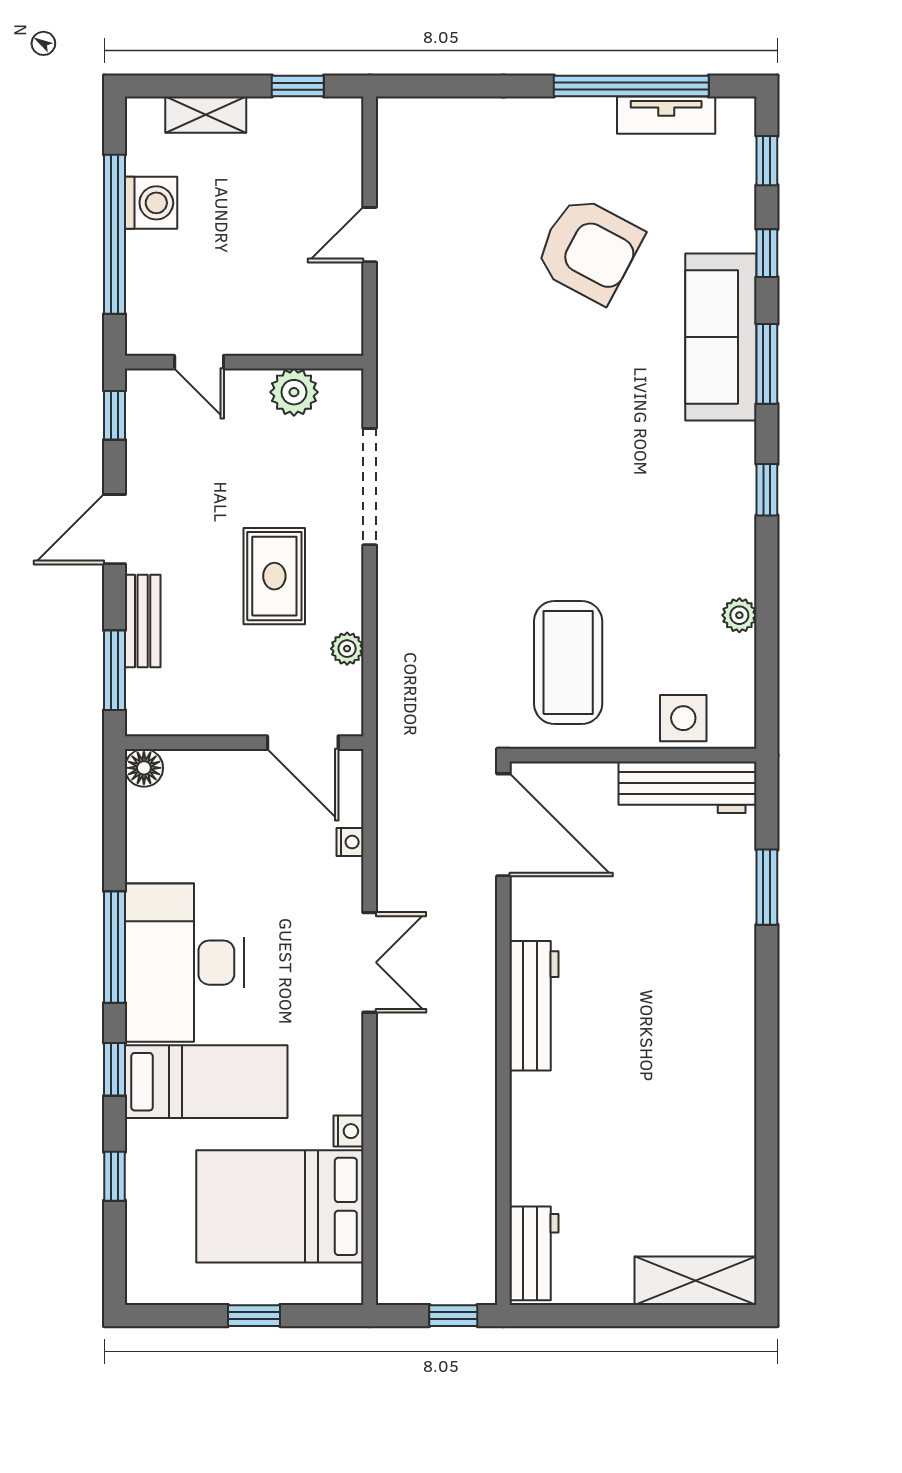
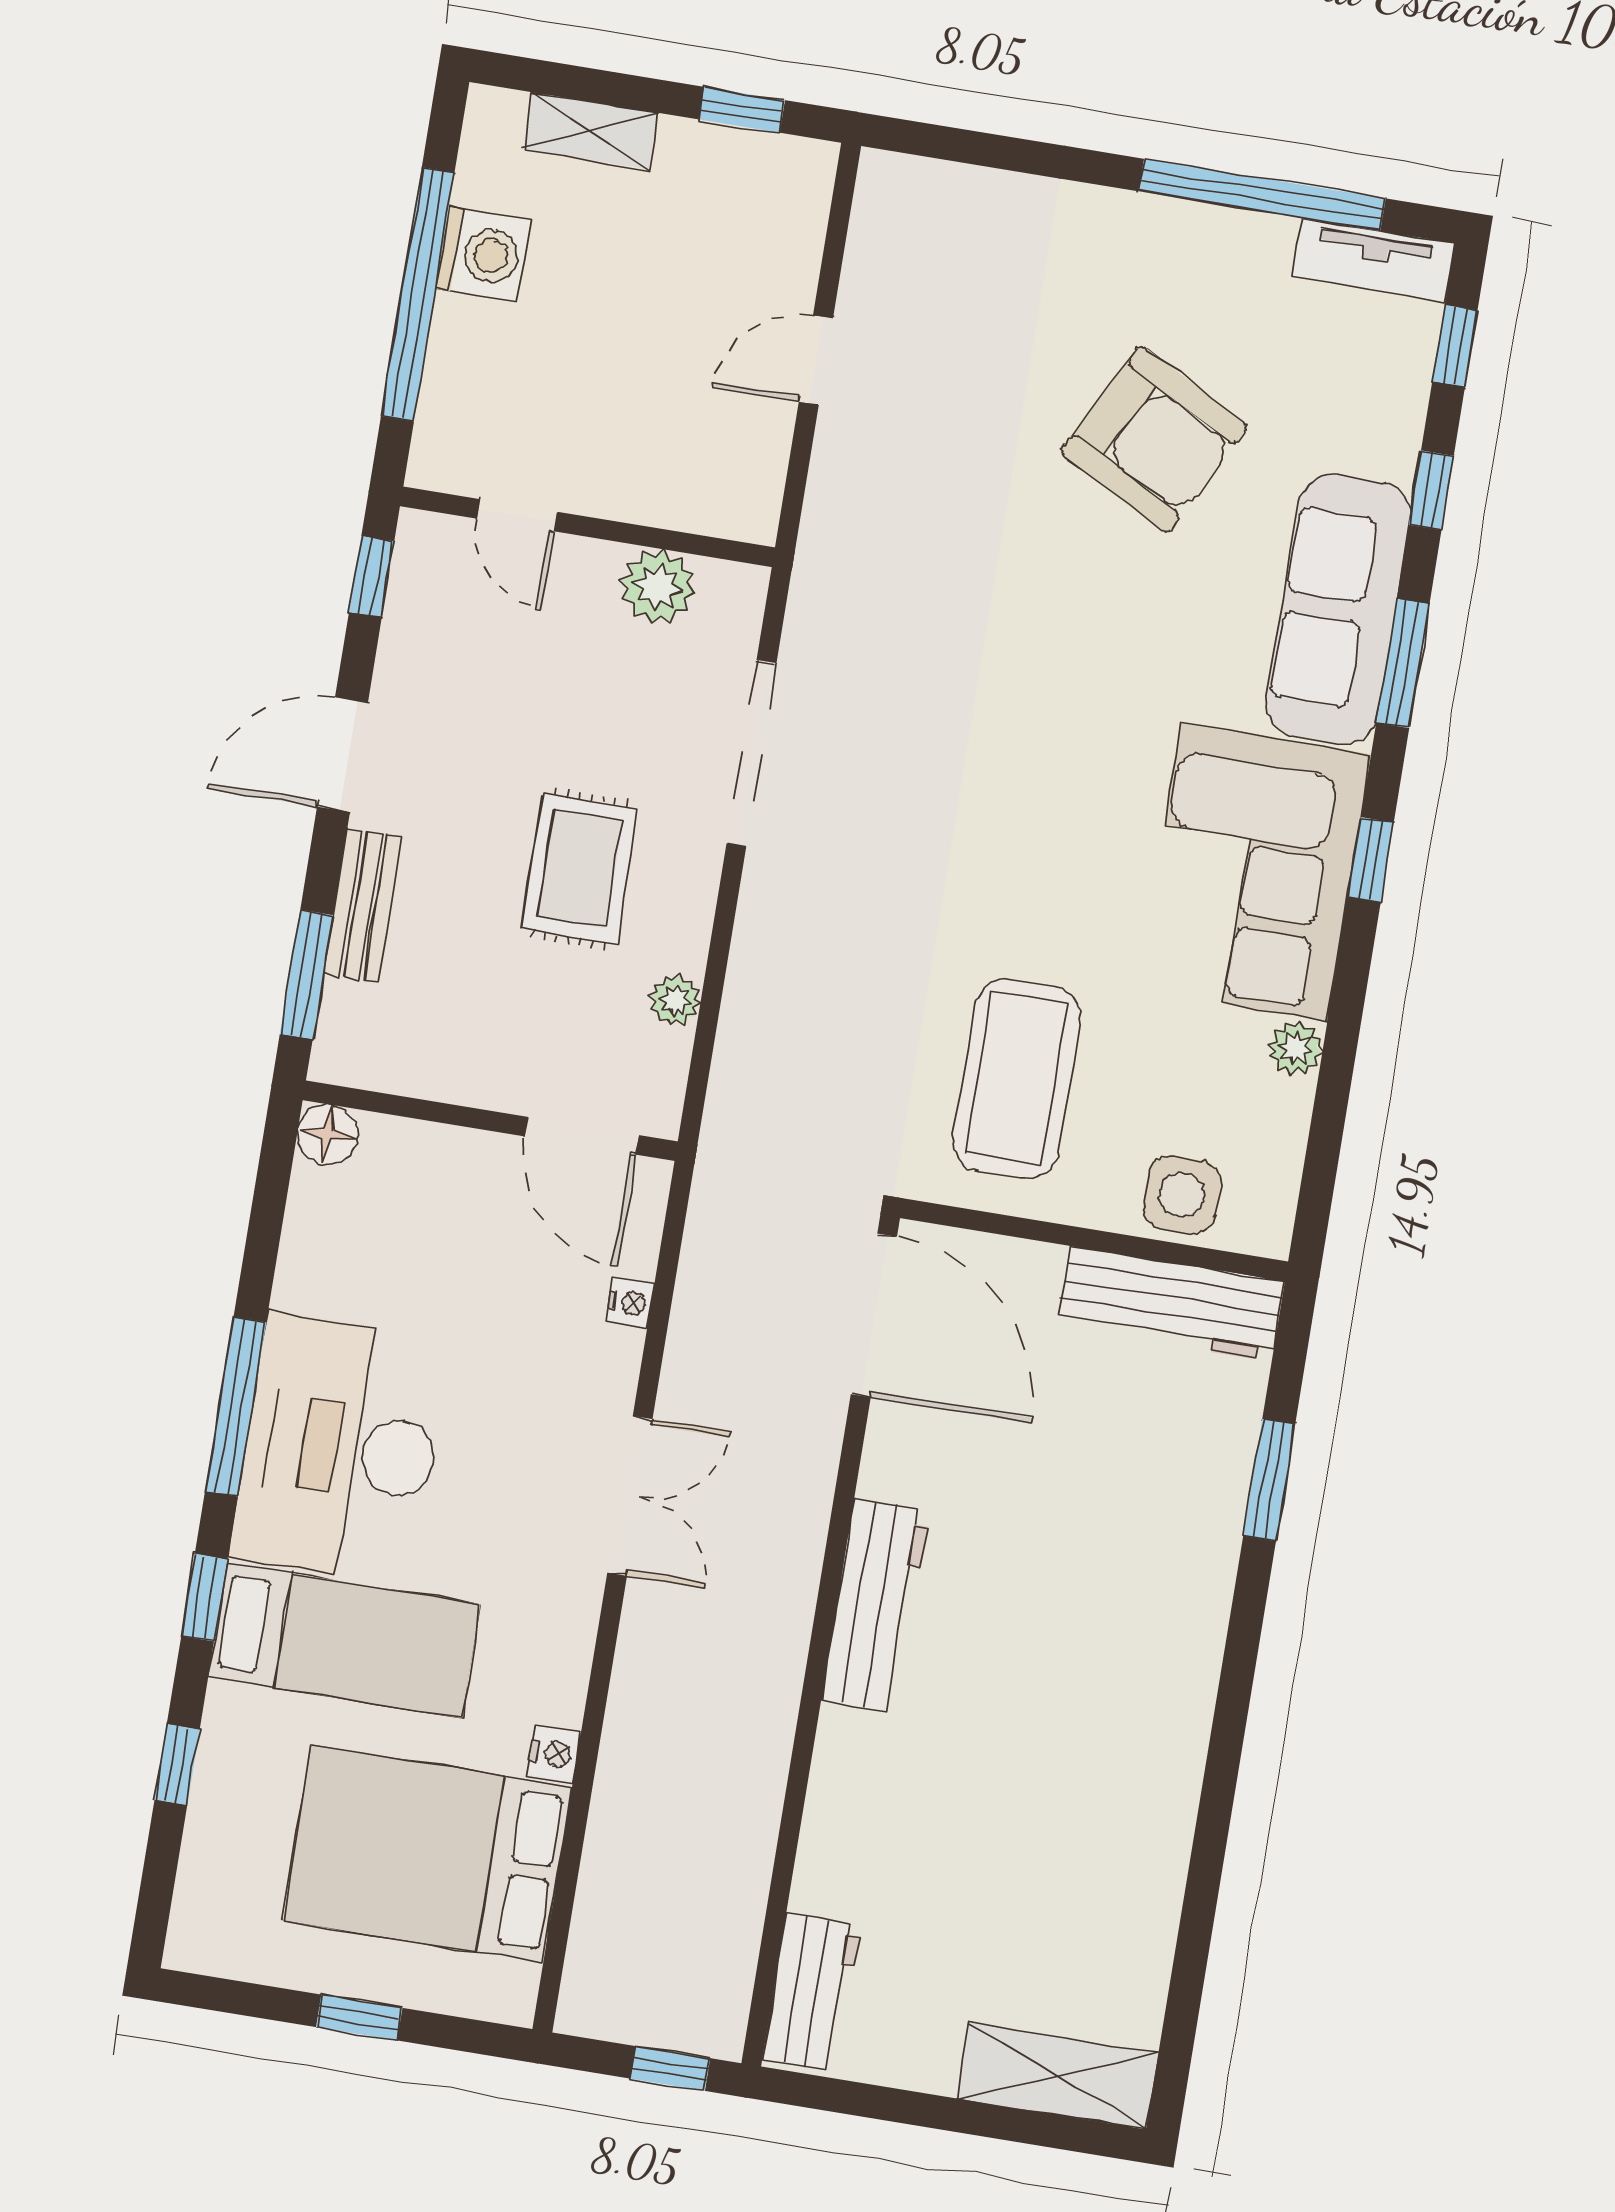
tv unit: (666, 115) -> (1374, 260), moved
corner sofa: (696, 509) -> (1254, 872), added

